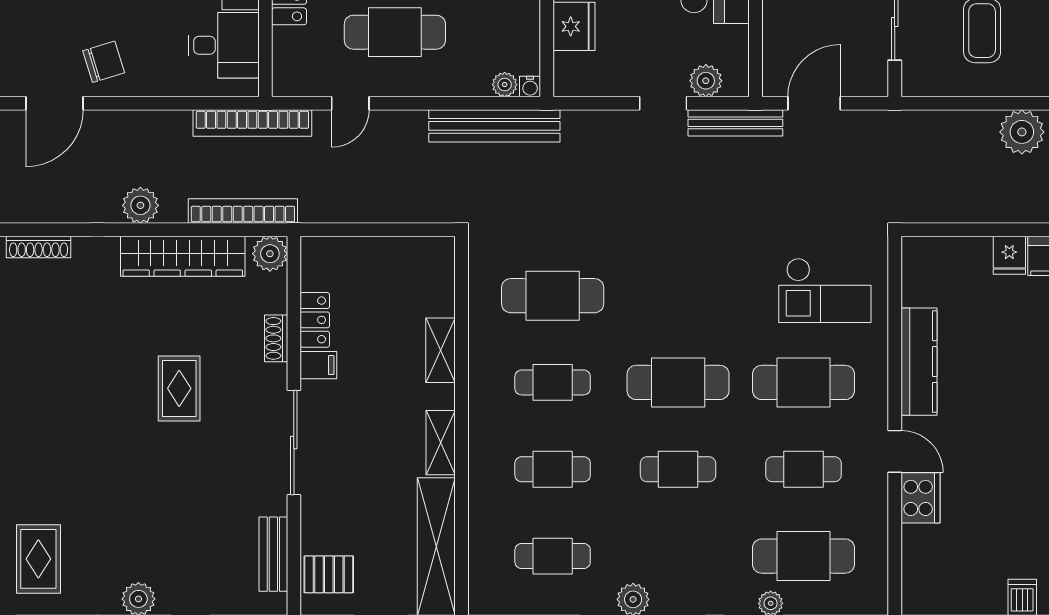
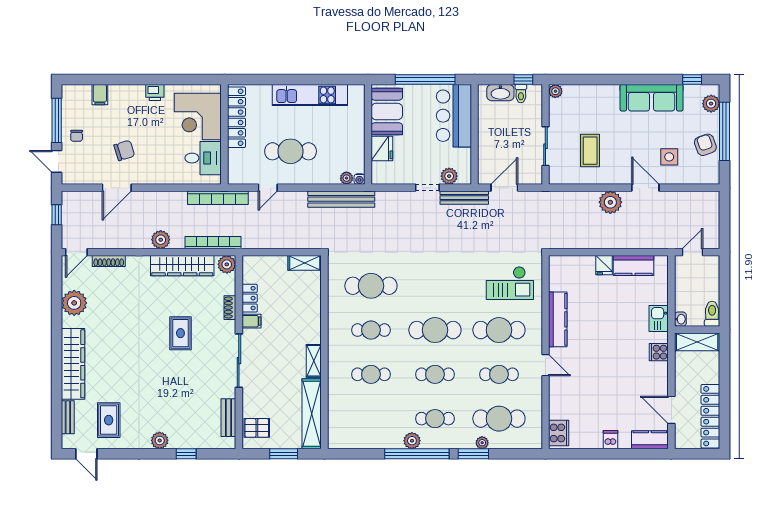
chair: (104, 62) -> (124, 150), moved
shelving: (441, 350) -> (305, 263), moved, turned 90
cooker: (920, 498) -> (559, 433), moved
cafe table: (553, 556) -> (435, 419), moved

